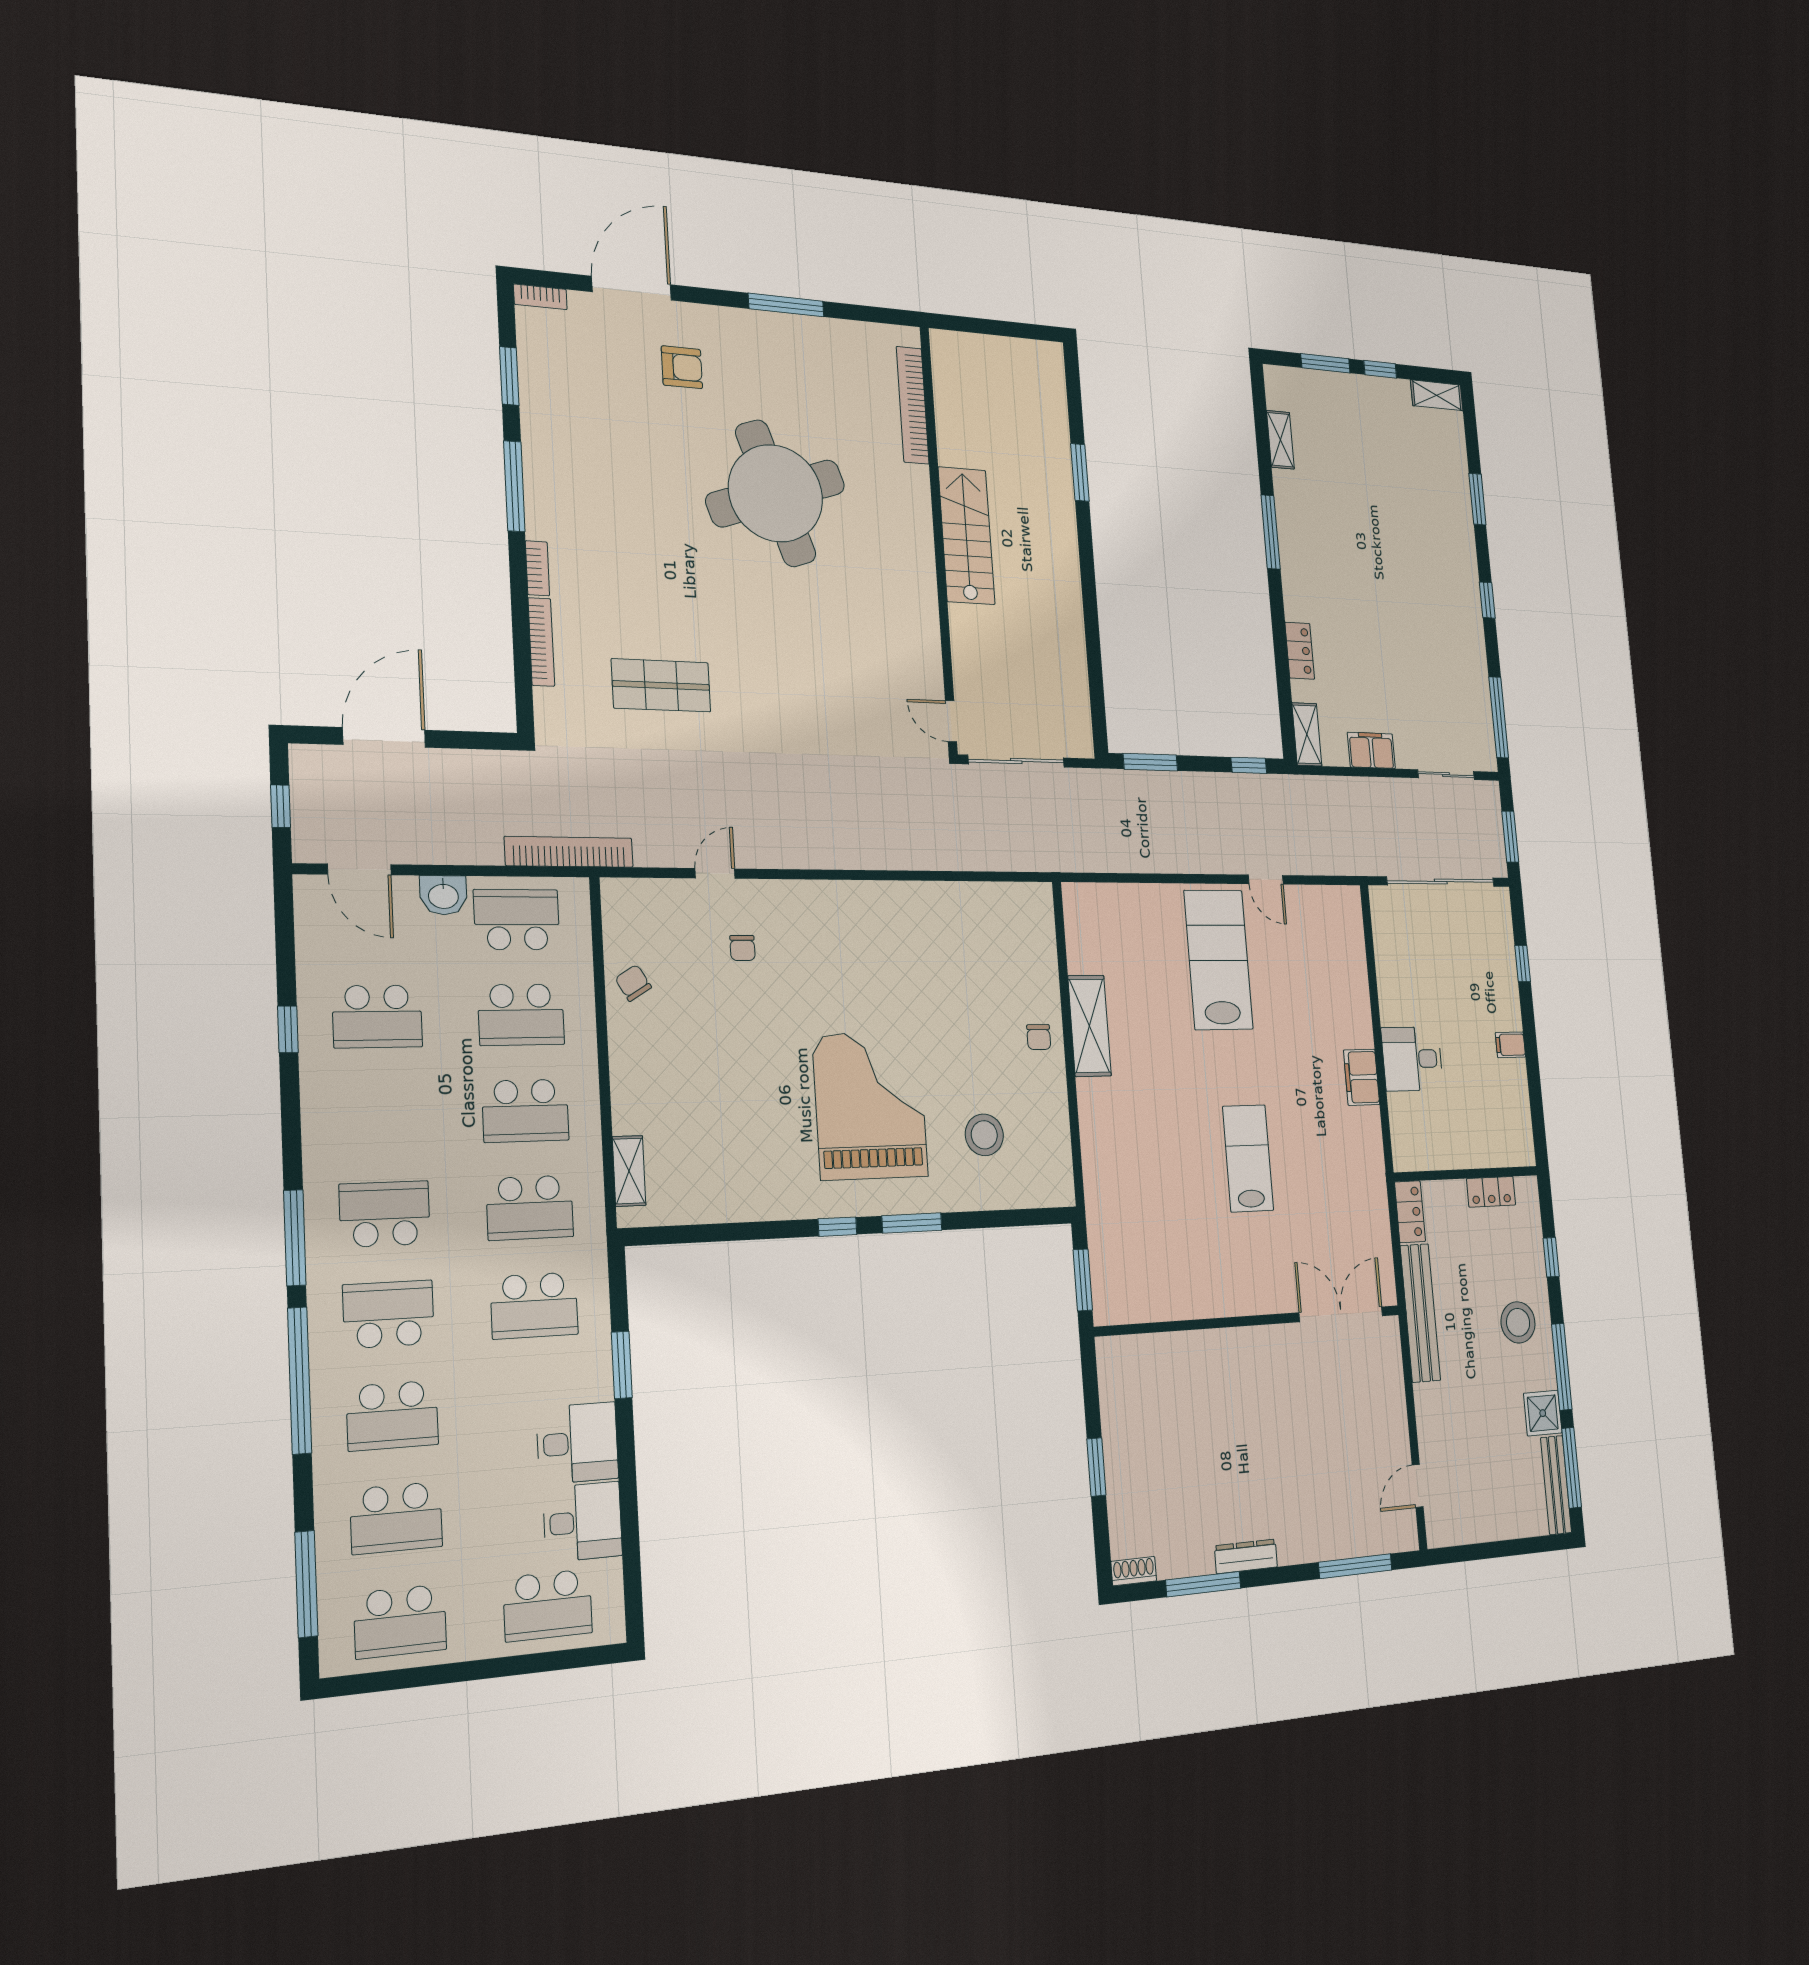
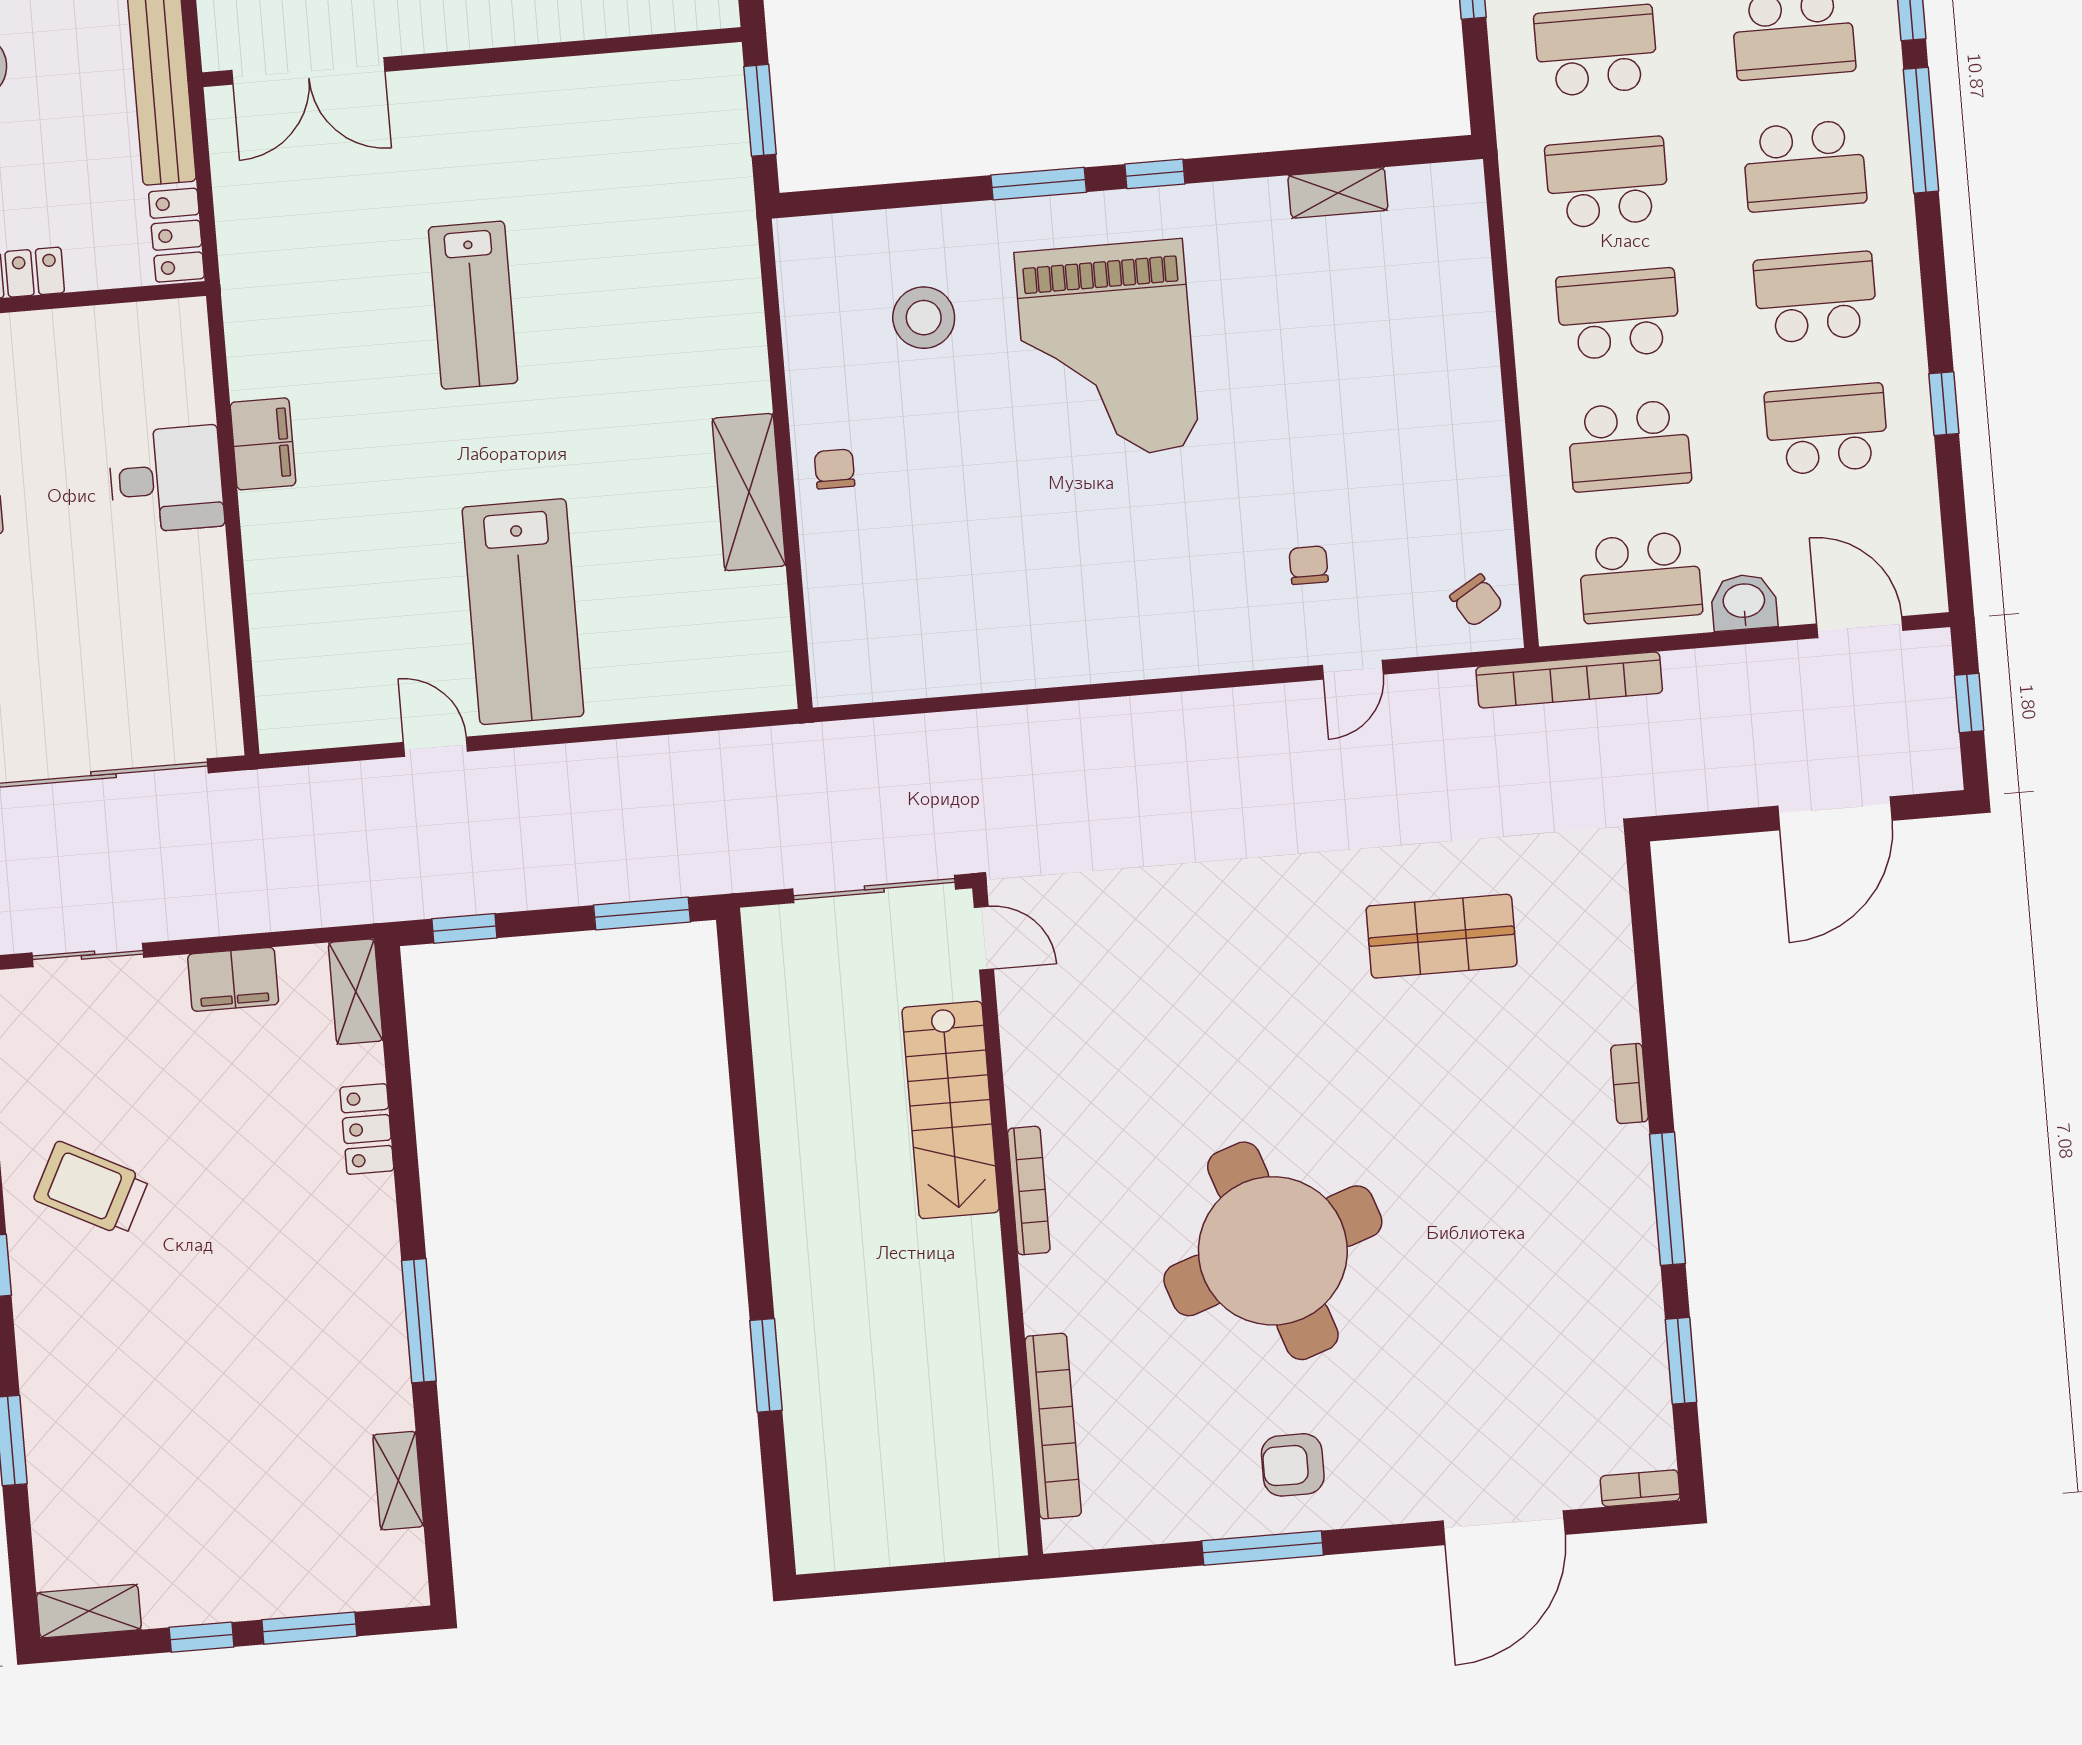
armchair: (682, 367) -> (1293, 1465), moved
stairs: (966, 536) -> (951, 1110), moved
trolley: (1441, 637) -> (91, 1189), added
bookcase: (541, 642) -> (1029, 1191), moved, turned 180
chair: (633, 983) -> (1476, 601), moved
school desk: (521, 1015) -> (1629, 446), turned 180
school desk: (381, 1115) -> (1816, 297), added
shelving: (629, 1171) -> (1338, 193), moved, turned 90

